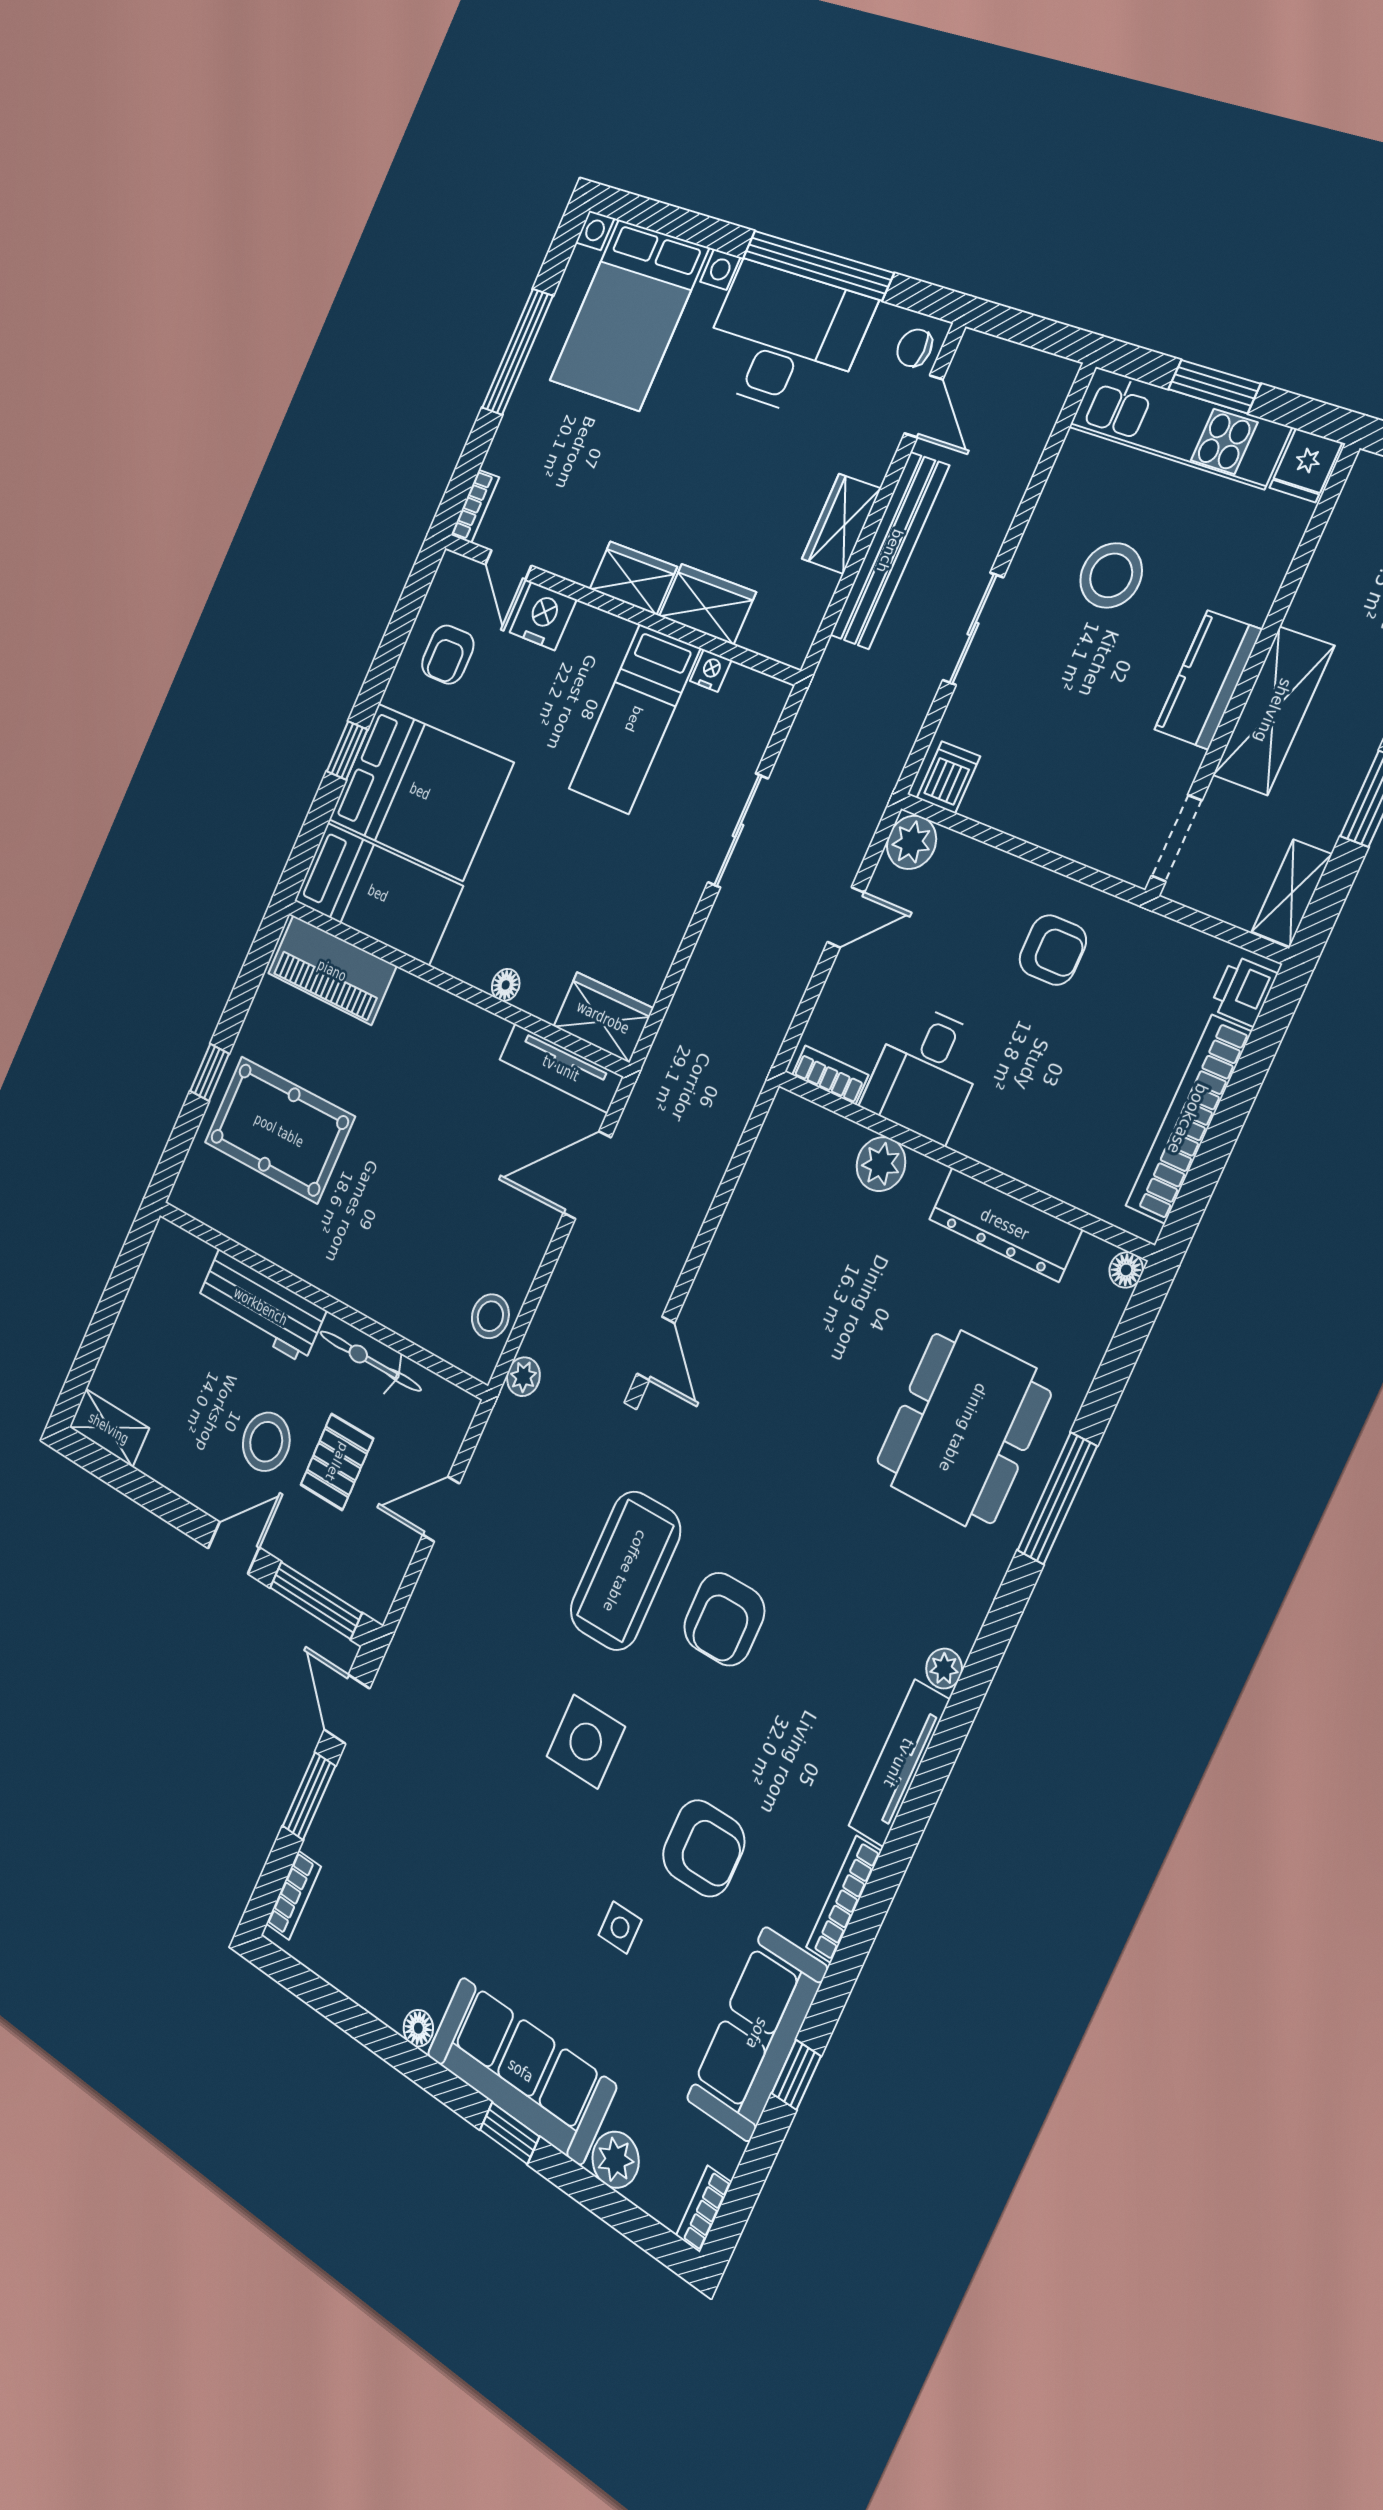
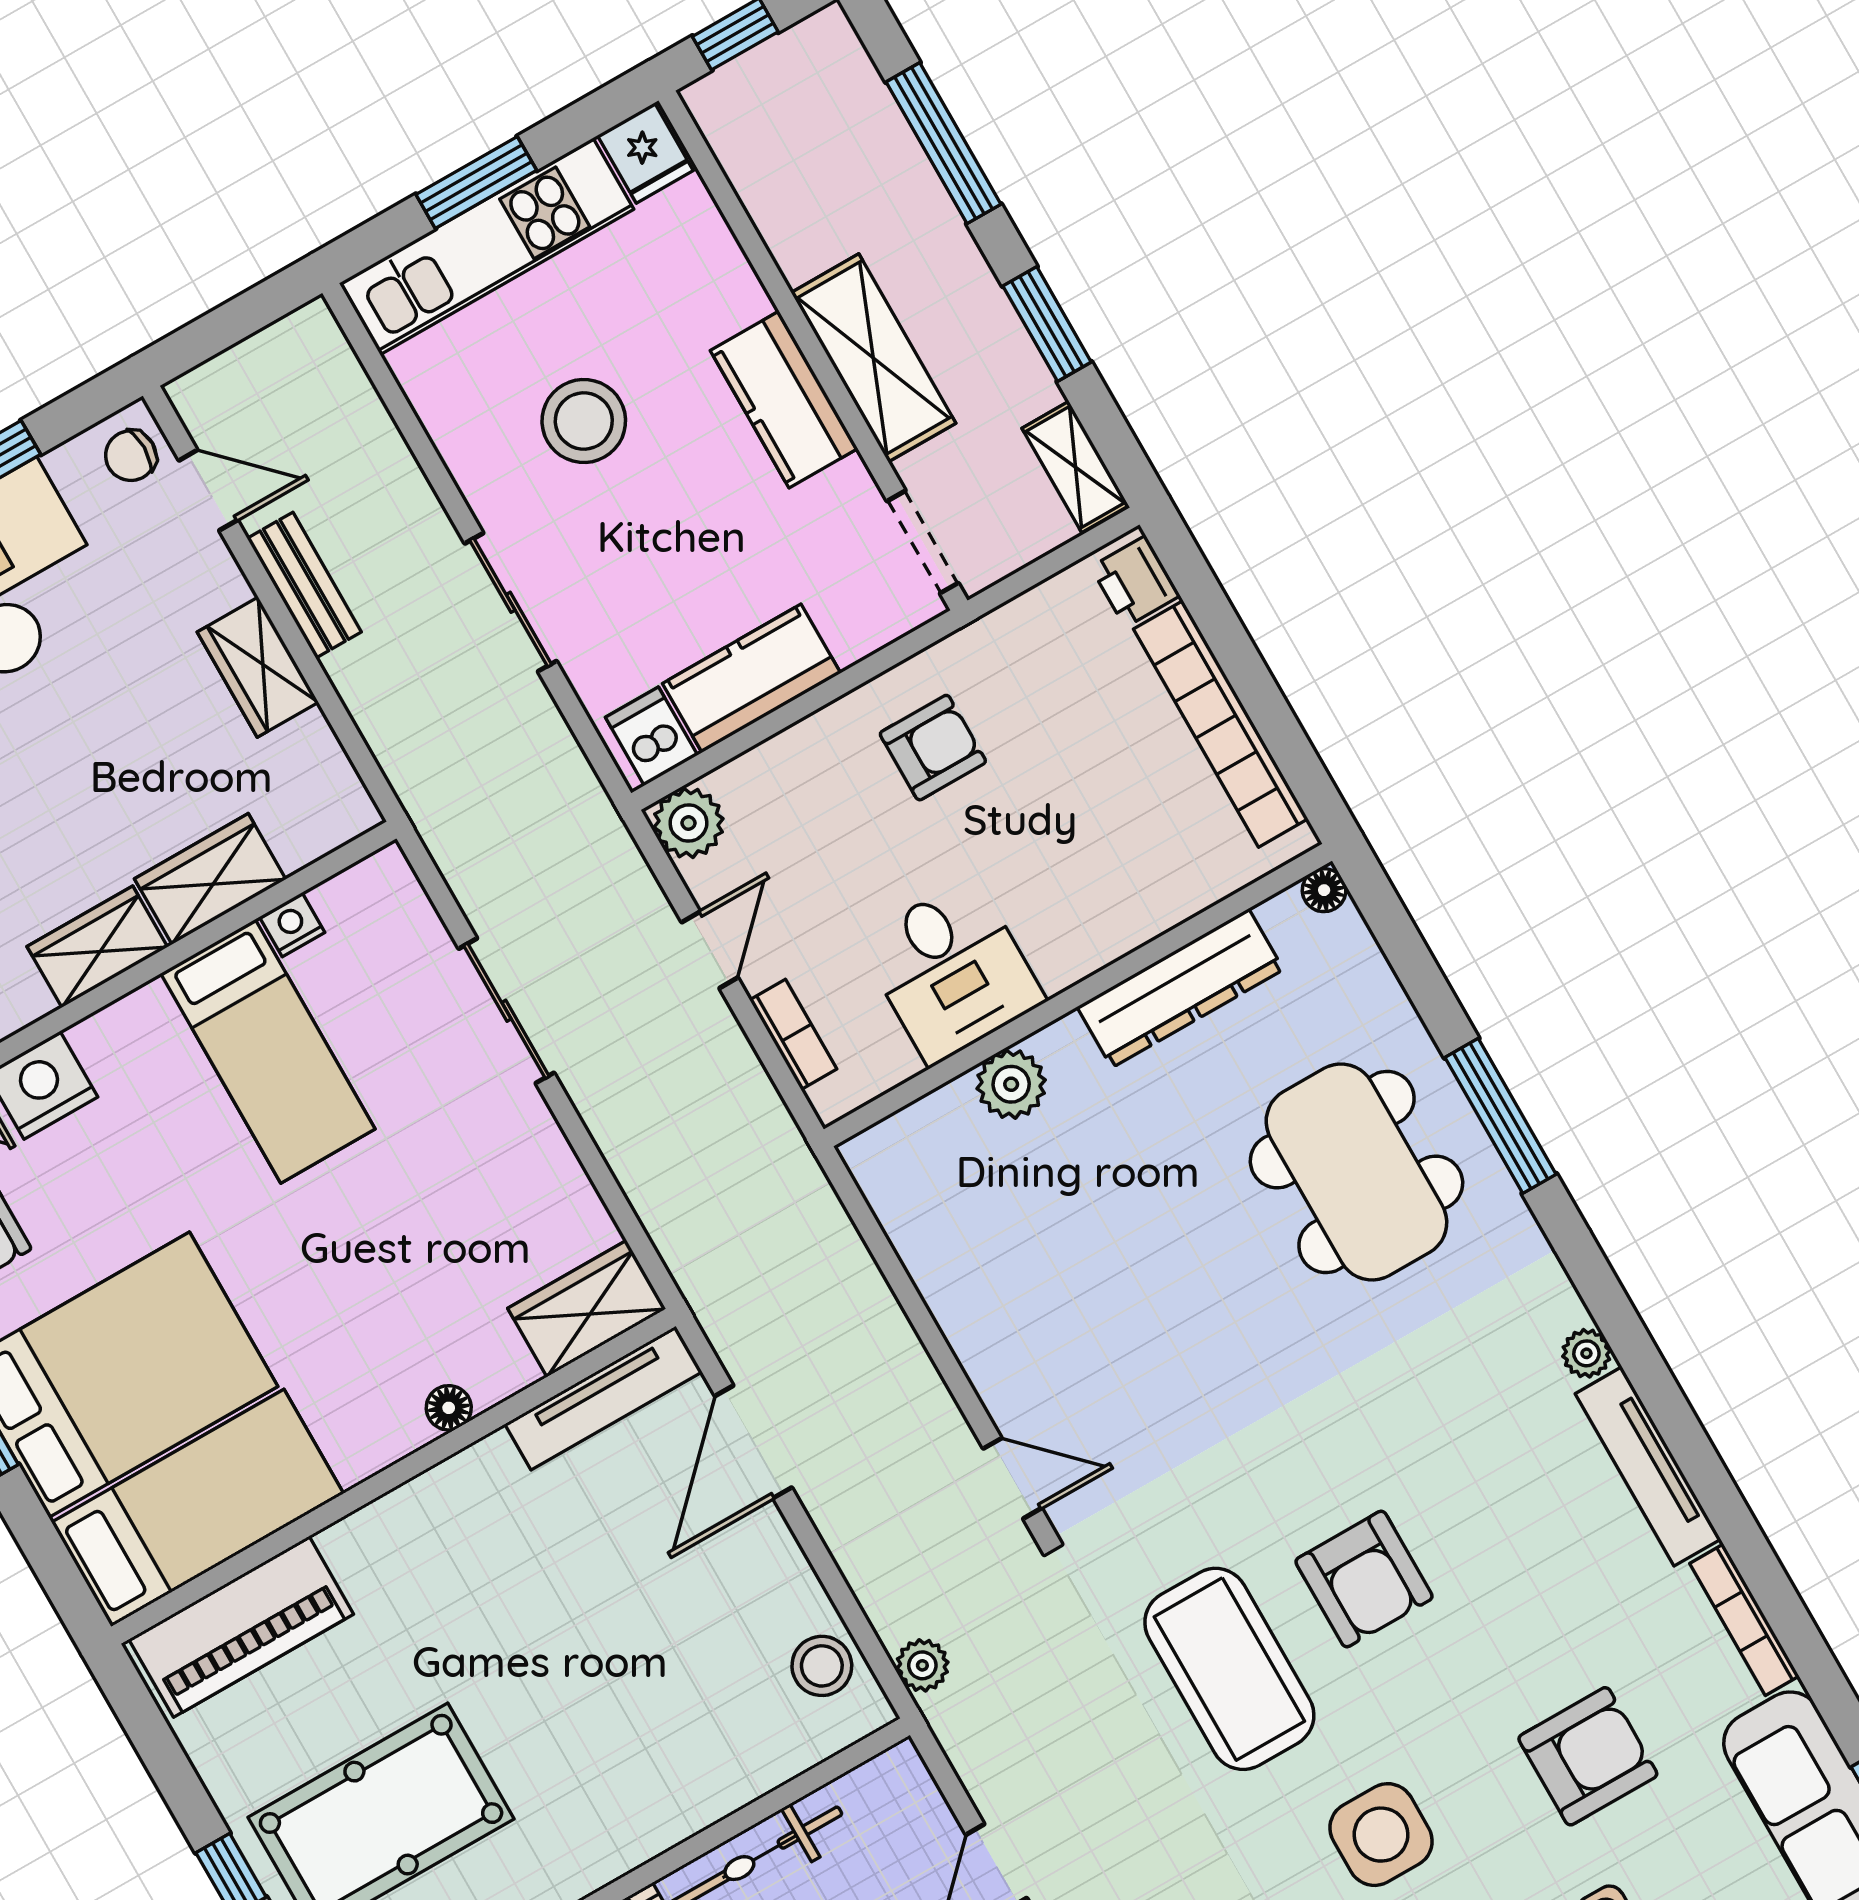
bench: (890, 551) -> (304, 585), width x0.54, depth x0.82
kitchen counter: (1022, 806) -> (752, 678), added
bookcase: (830, 1075) -> (793, 1035), moved, turned 90

